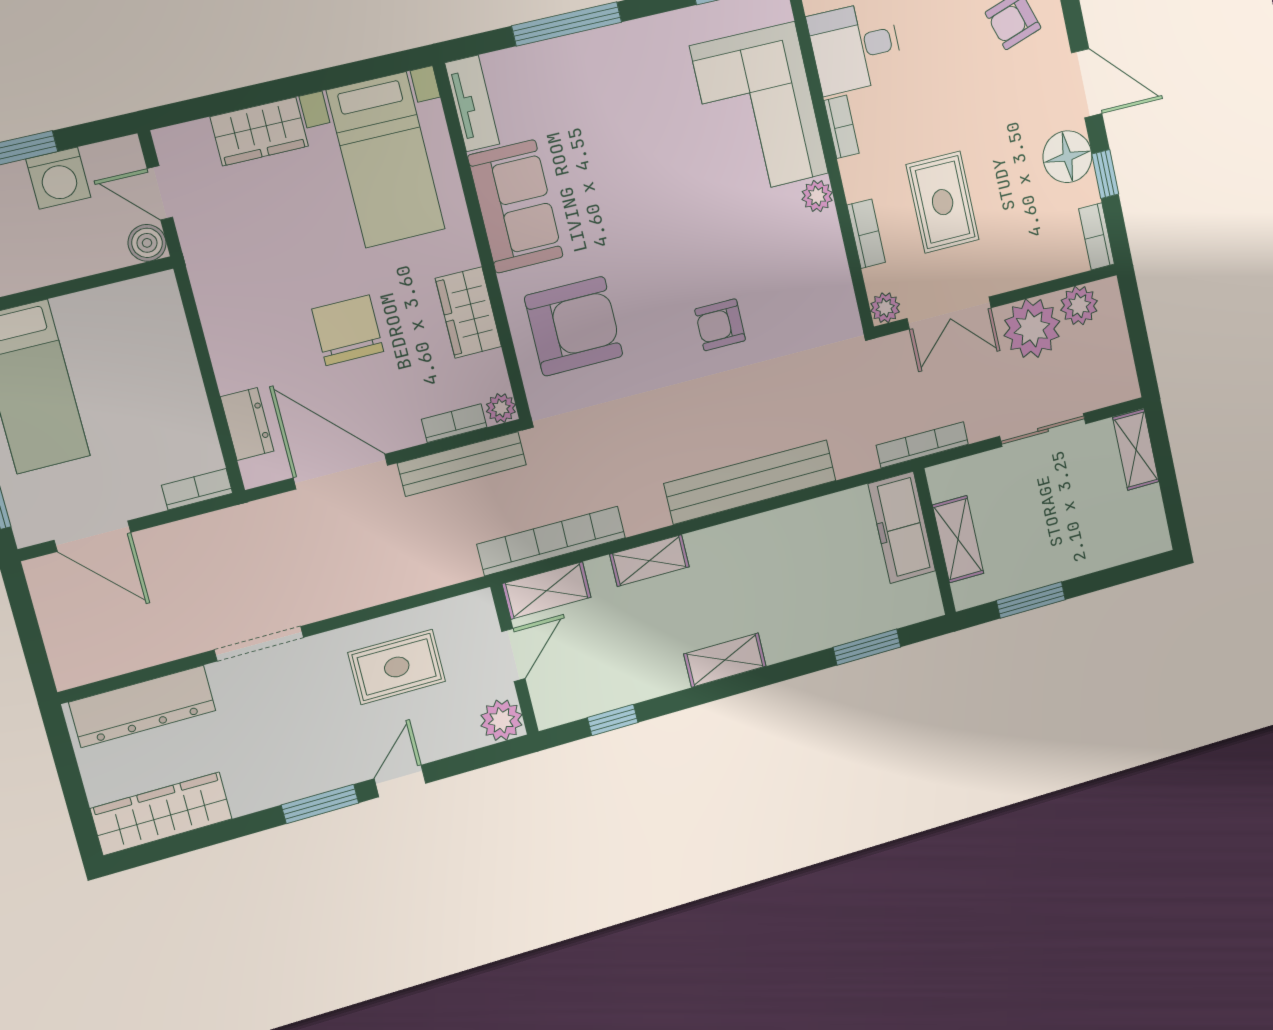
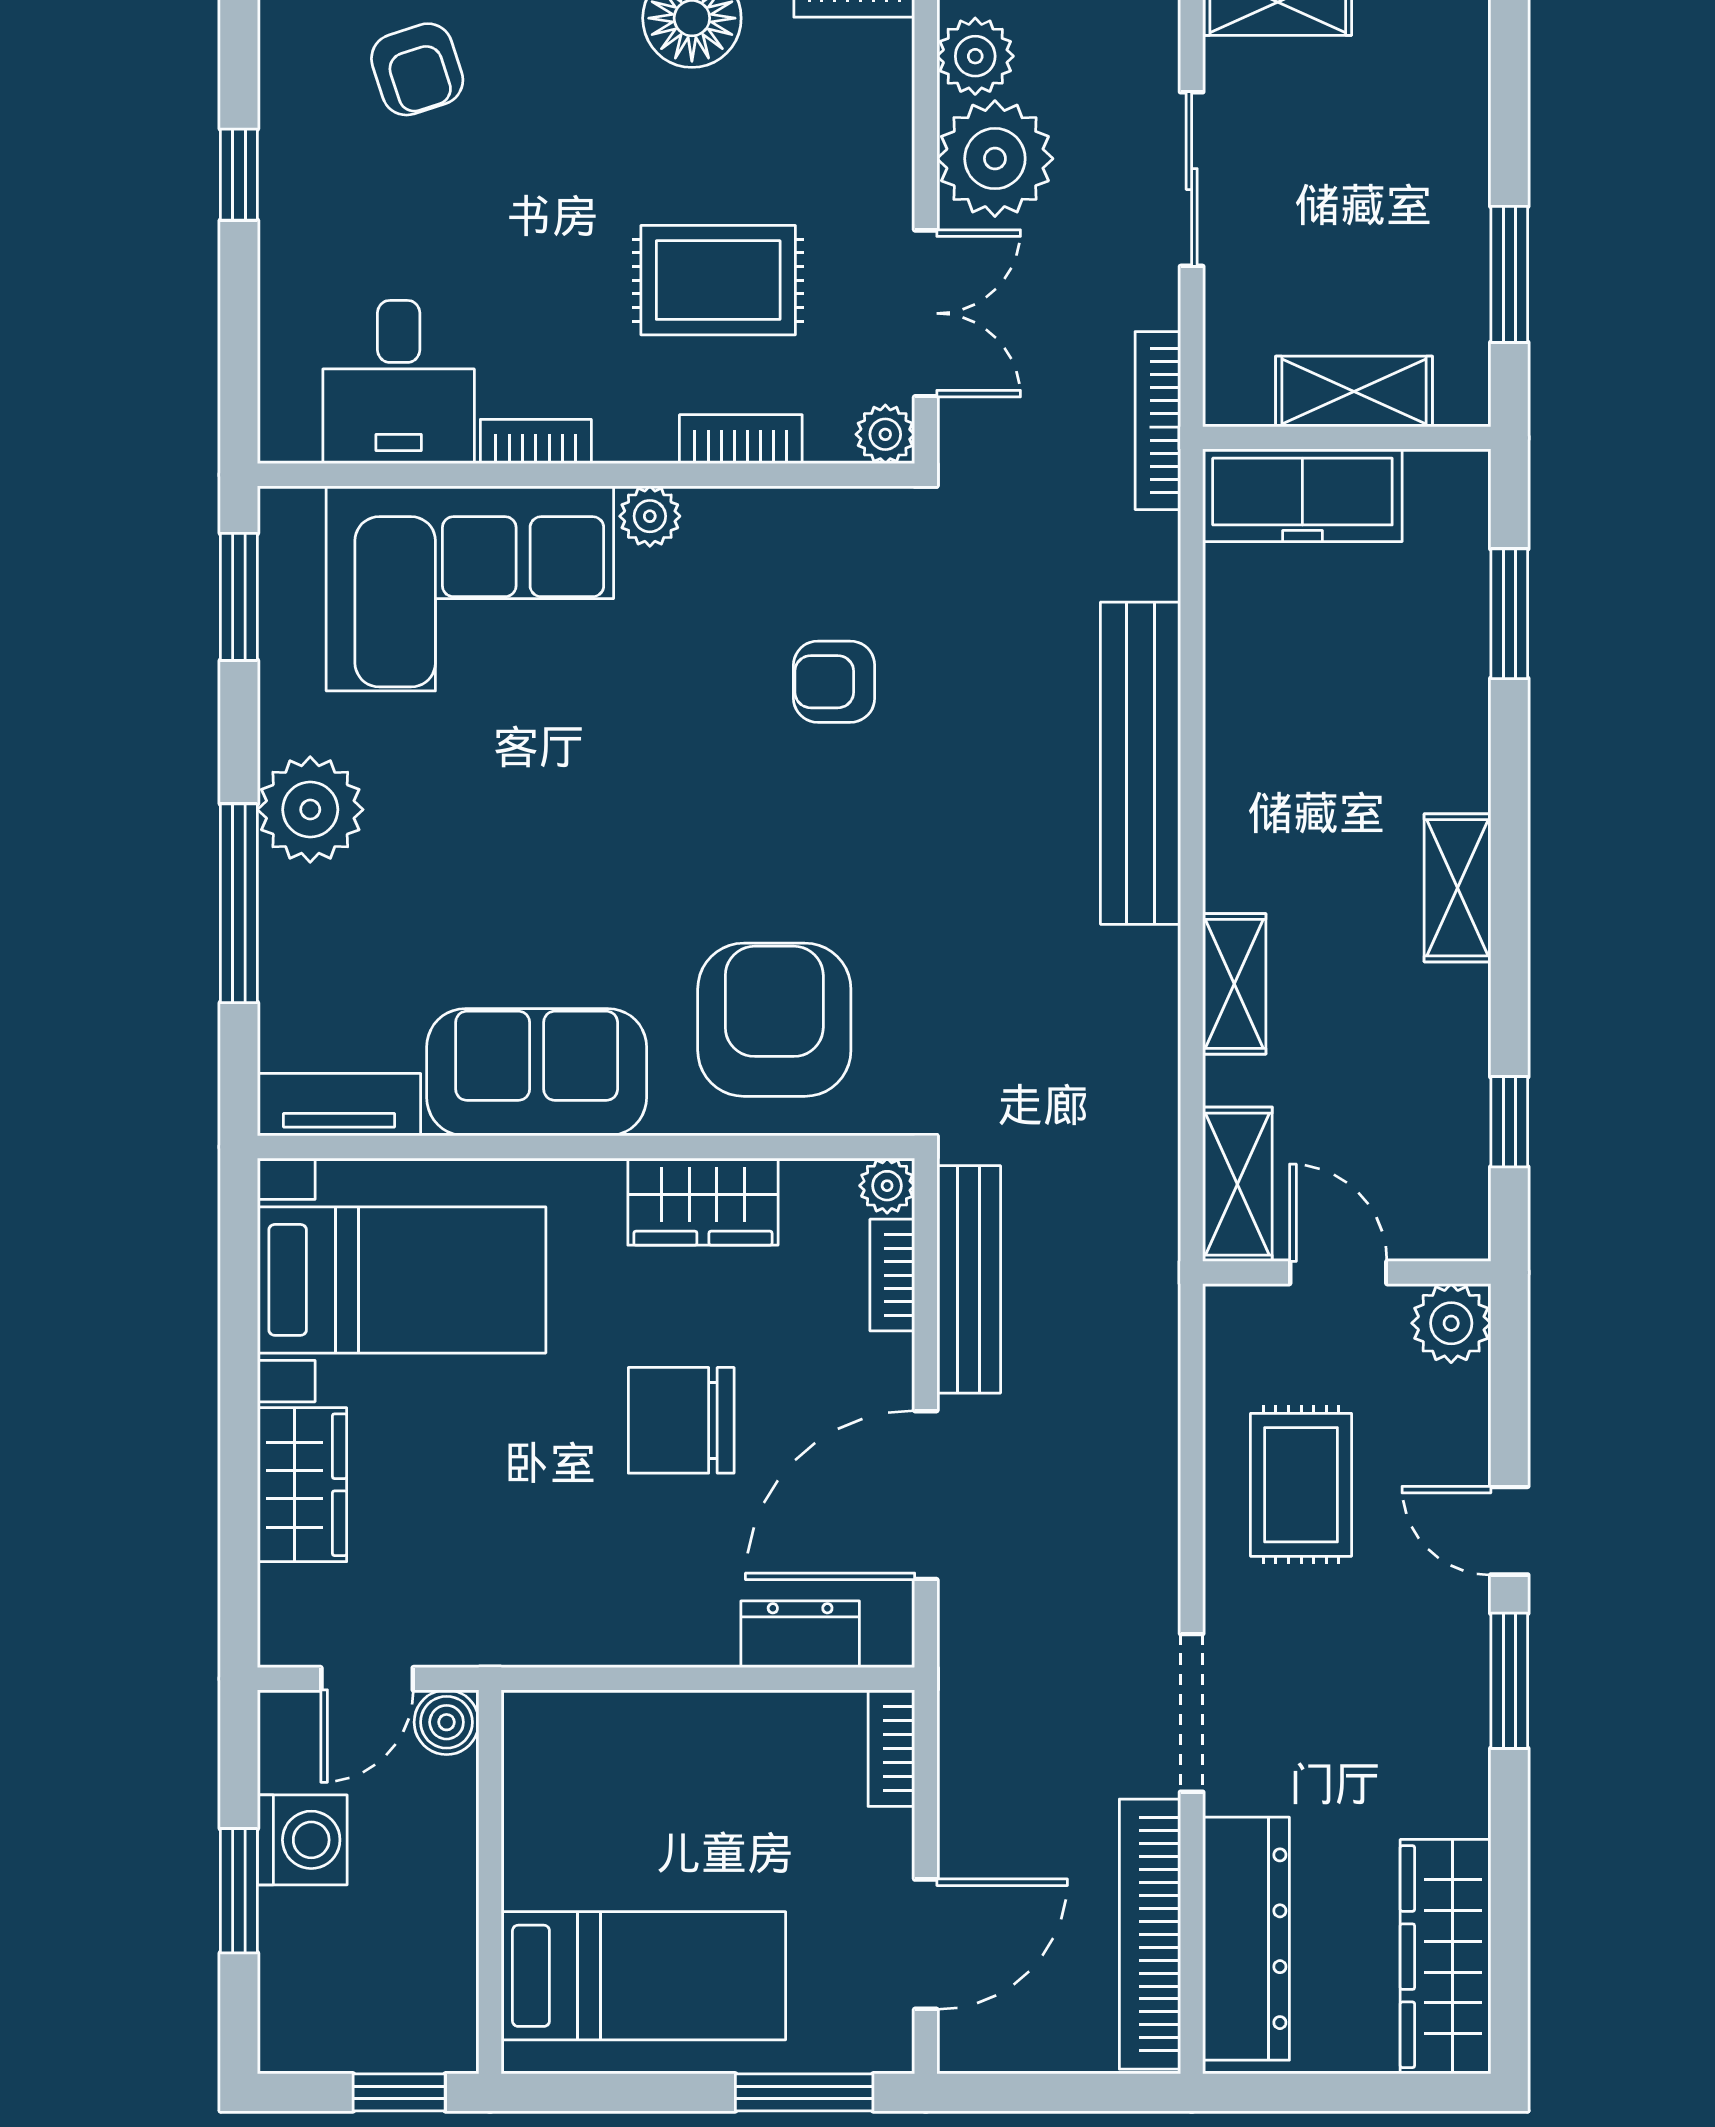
plant: (625, 51) -> (310, 810), added
armchair: (720, 325) -> (834, 682), moved, turned 90
bookcase: (551, 541) -> (1150, 1934), moved

